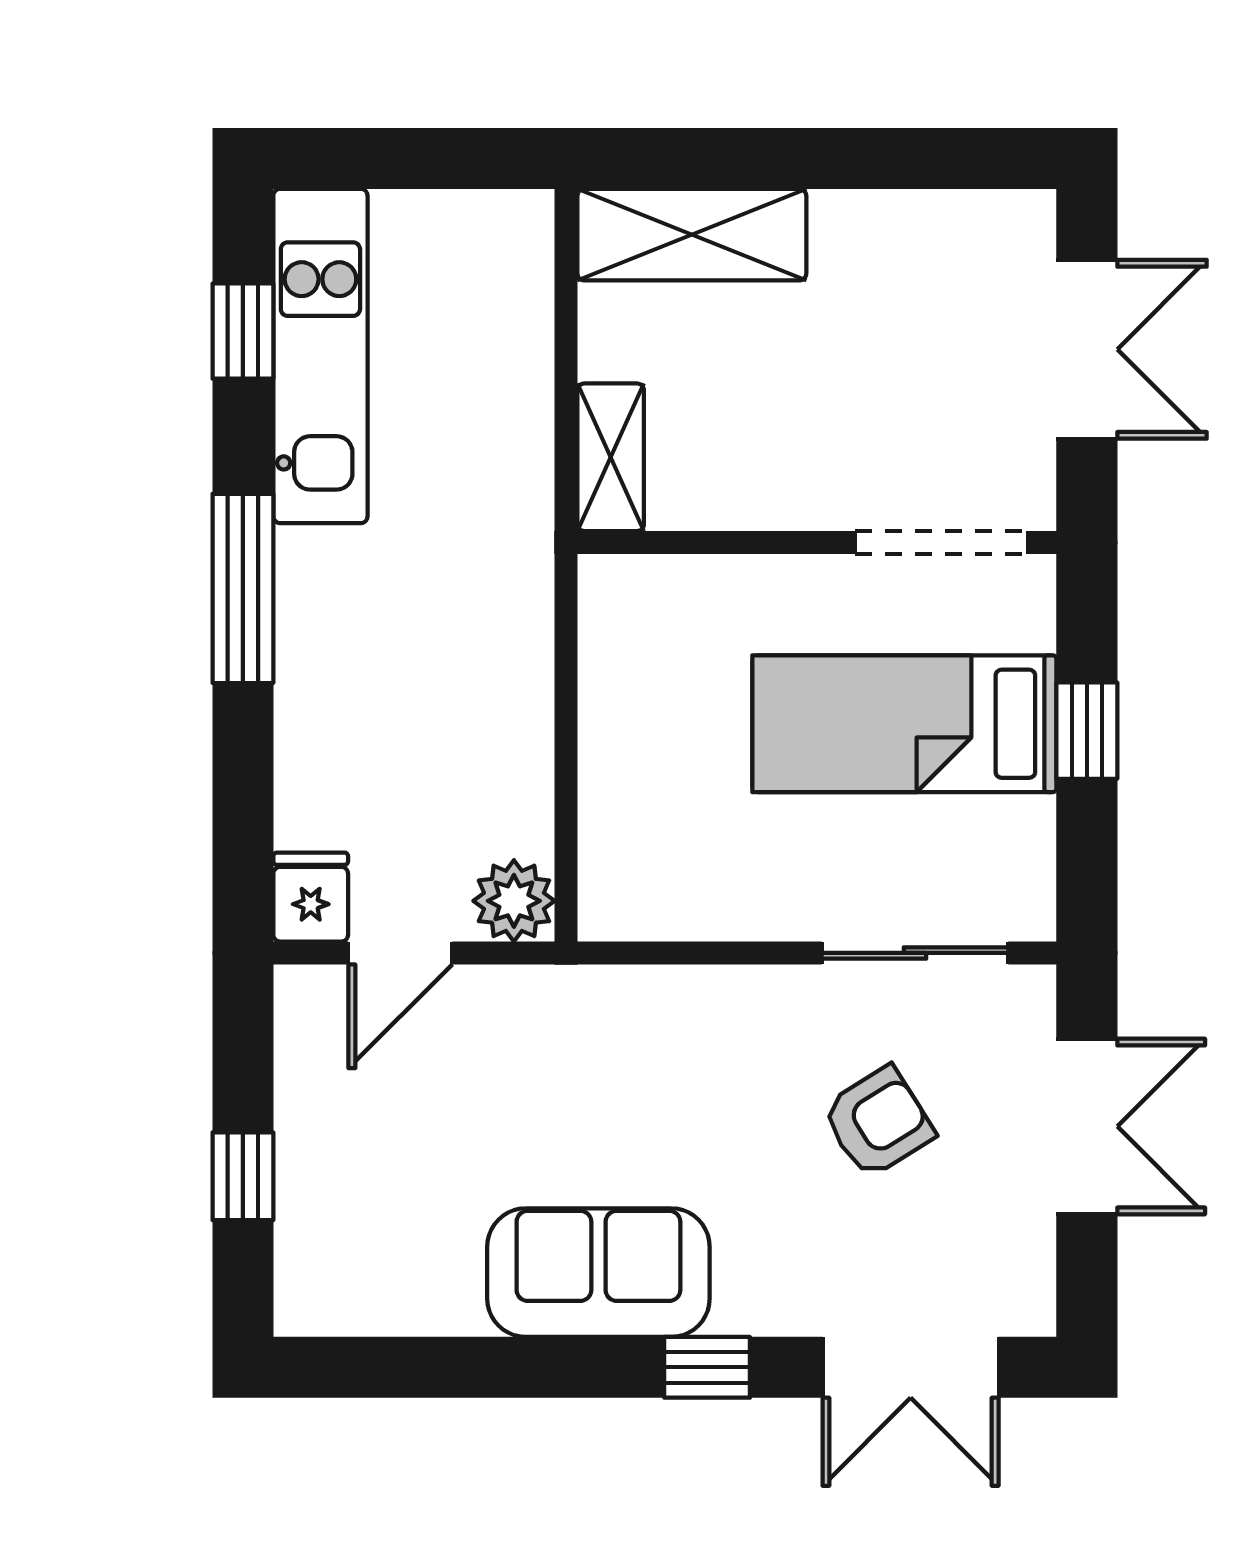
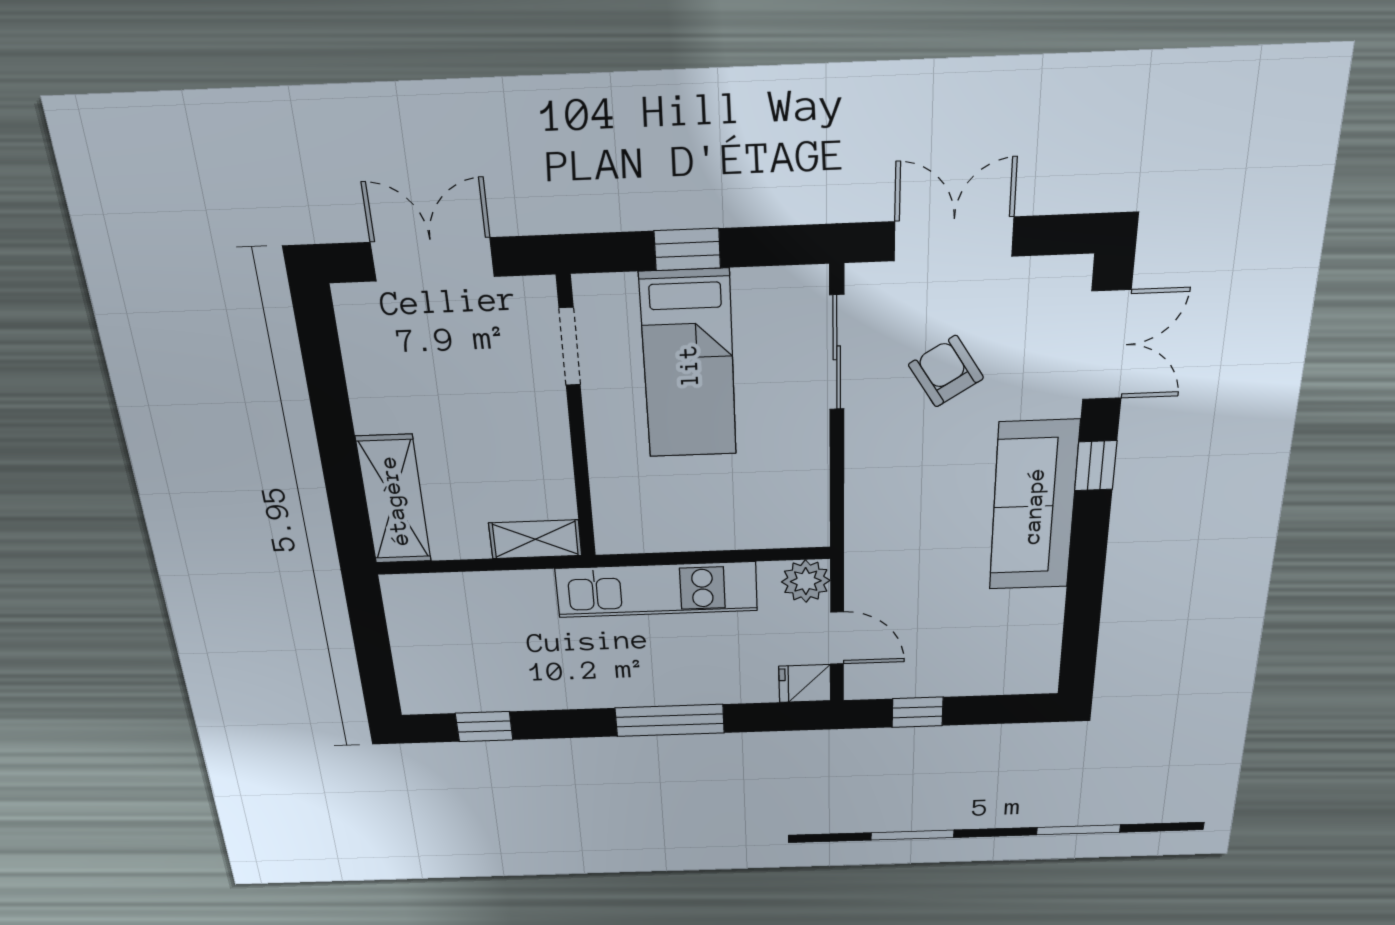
kitchen unit: (320, 356) -> (657, 590), moved, turned 180
doorway: (942, 542) -> (570, 347), width x0.73
window: (243, 588) -> (670, 720), moved
window: (243, 1176) -> (918, 712), moved
sofa: (598, 1273) -> (1034, 506), width x1.36

